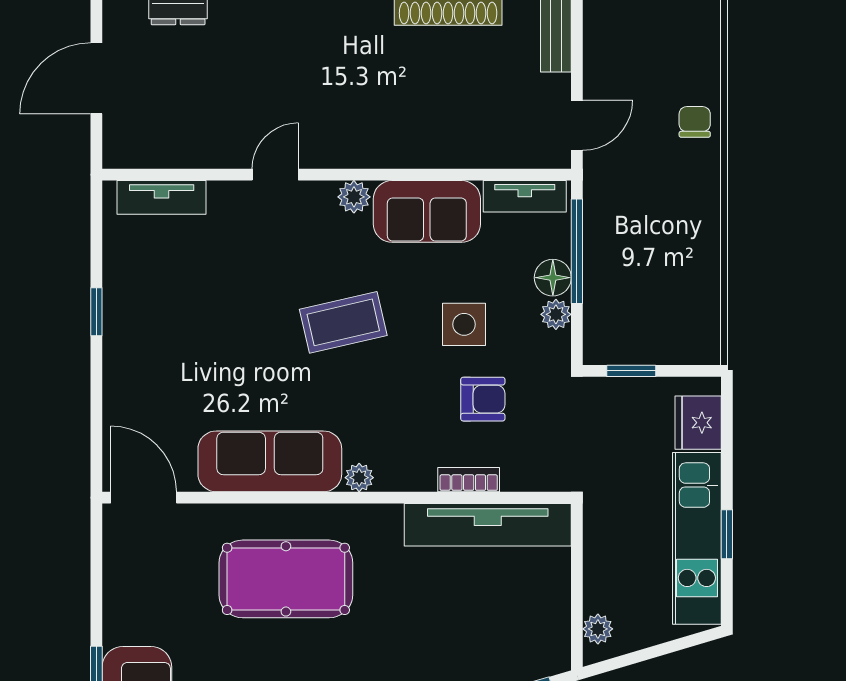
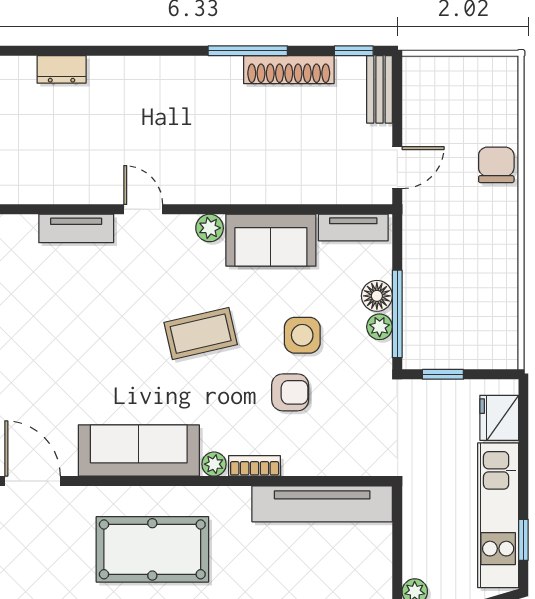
chair: (695, 122) -> (496, 165), width x1.37, depth x1.37
door: (275, 175) -> (143, 209), hinge flipped
tv unit: (162, 197) -> (76, 228), moved
window: (577, 251) -> (397, 314), moved
armchair: (483, 399) -> (290, 392), moved
bookcase: (469, 480) -> (255, 466), moved
window: (727, 534) -> (523, 540), moved

